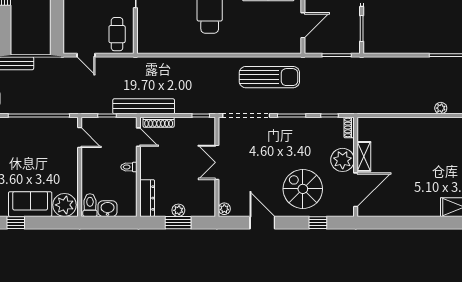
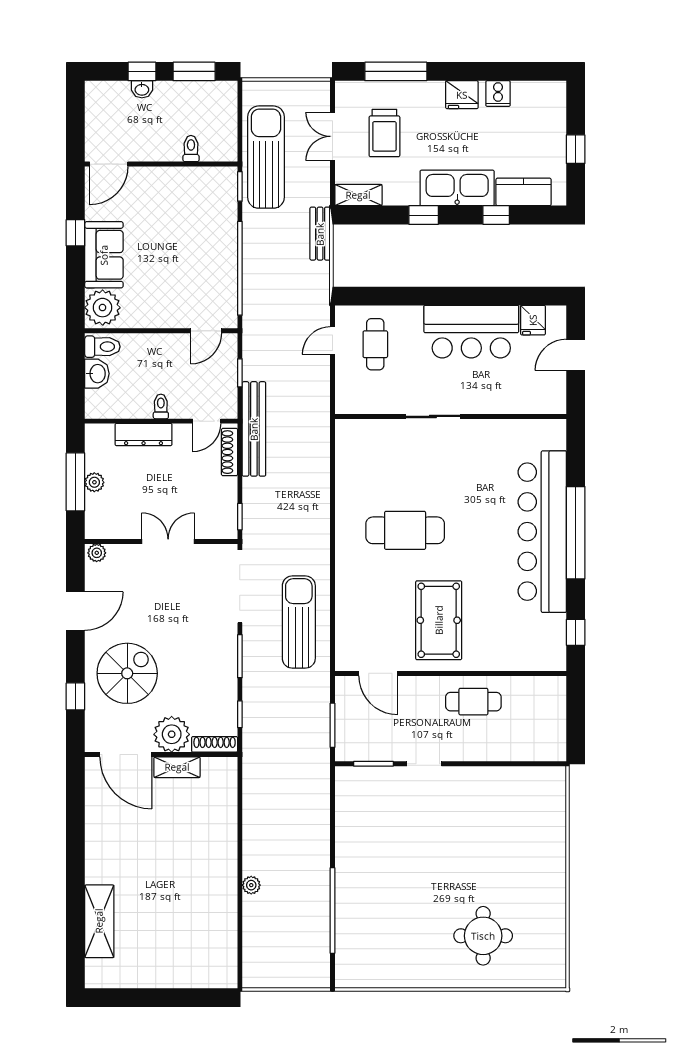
cafe table: (117, 34) -> (375, 344), moved, turned 90
sun lounger: (269, 77) -> (299, 622), turned 180
shoe rack: (349, 127) -> (215, 744), width x1.43
dresser: (147, 198) -> (144, 435), moved
window: (178, 223) -> (75, 482), width x1.44

